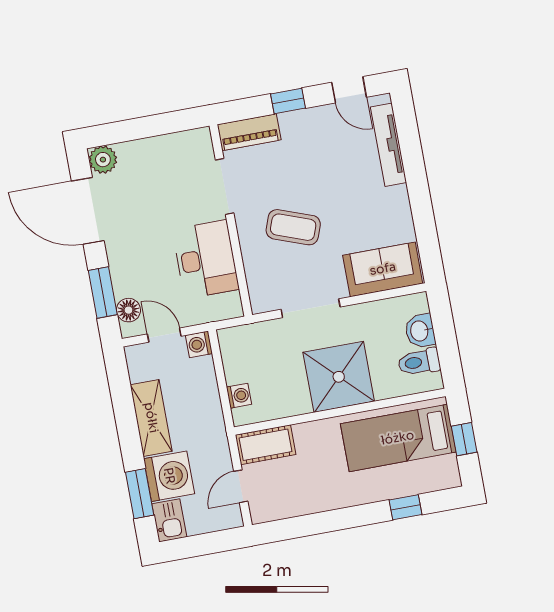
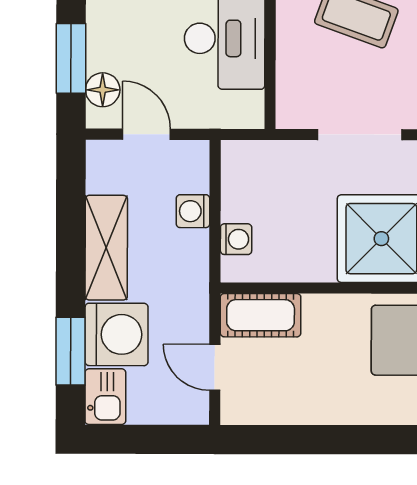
washing machine: (199, 344) -> (193, 211), moved
door: (241, 486) -> (215, 367), hinge flipped

